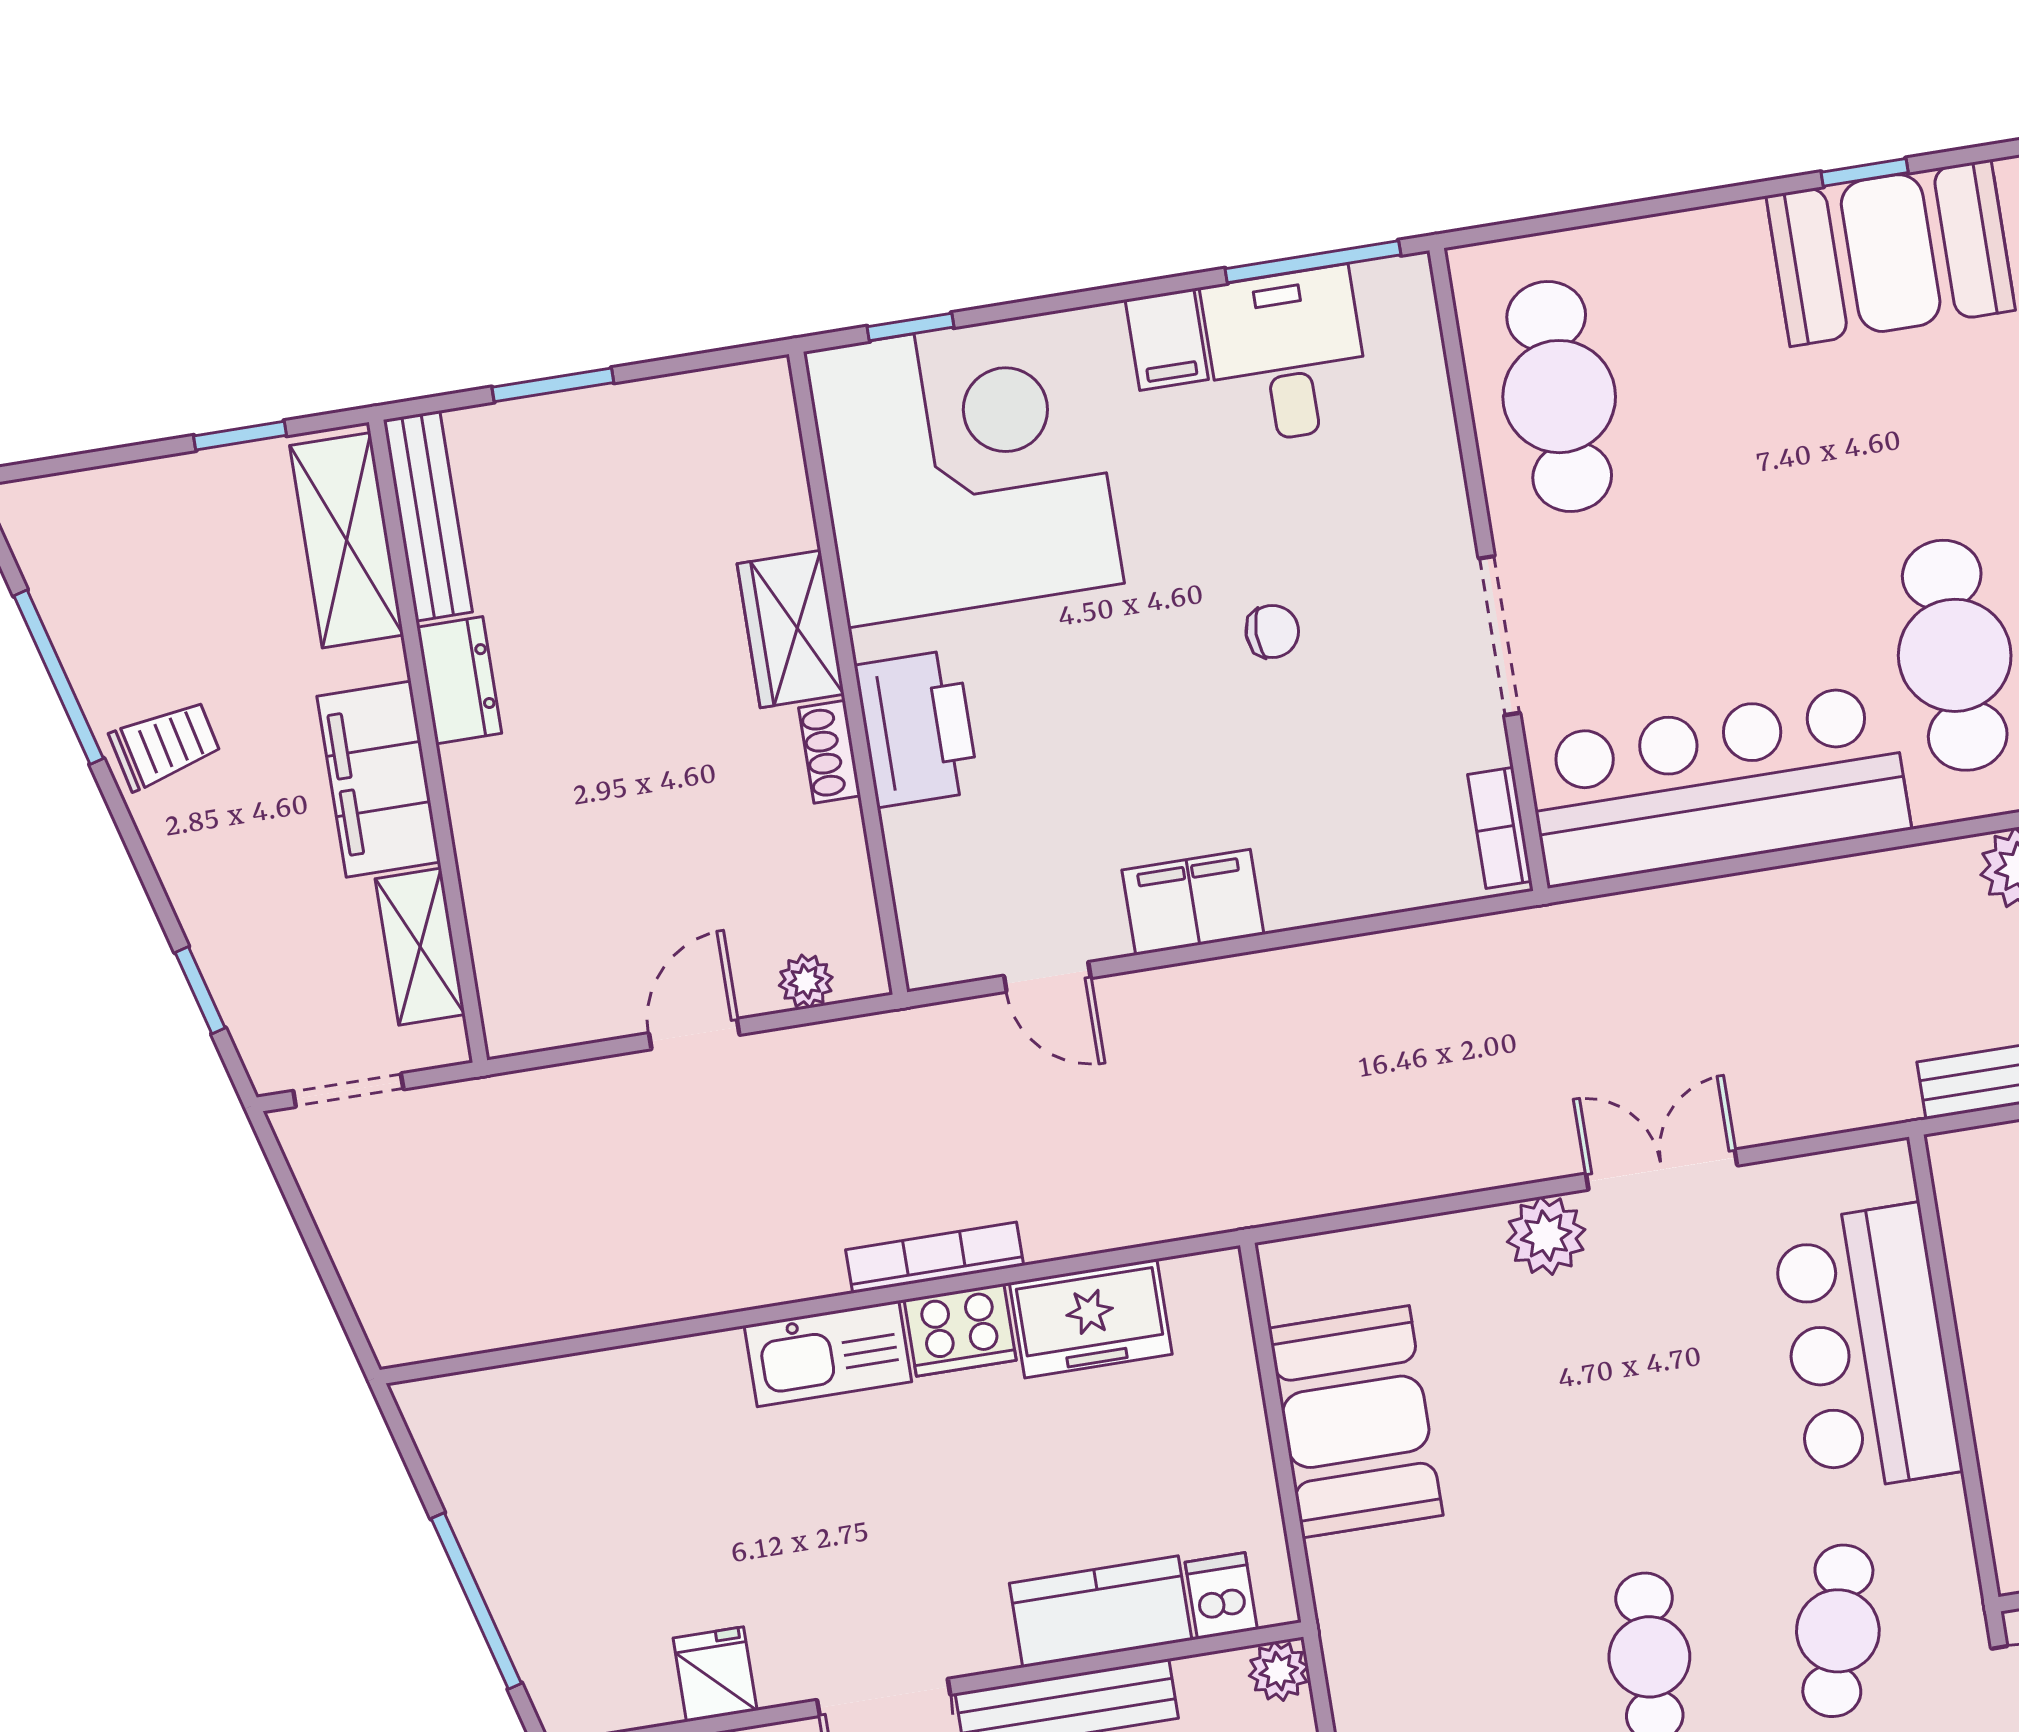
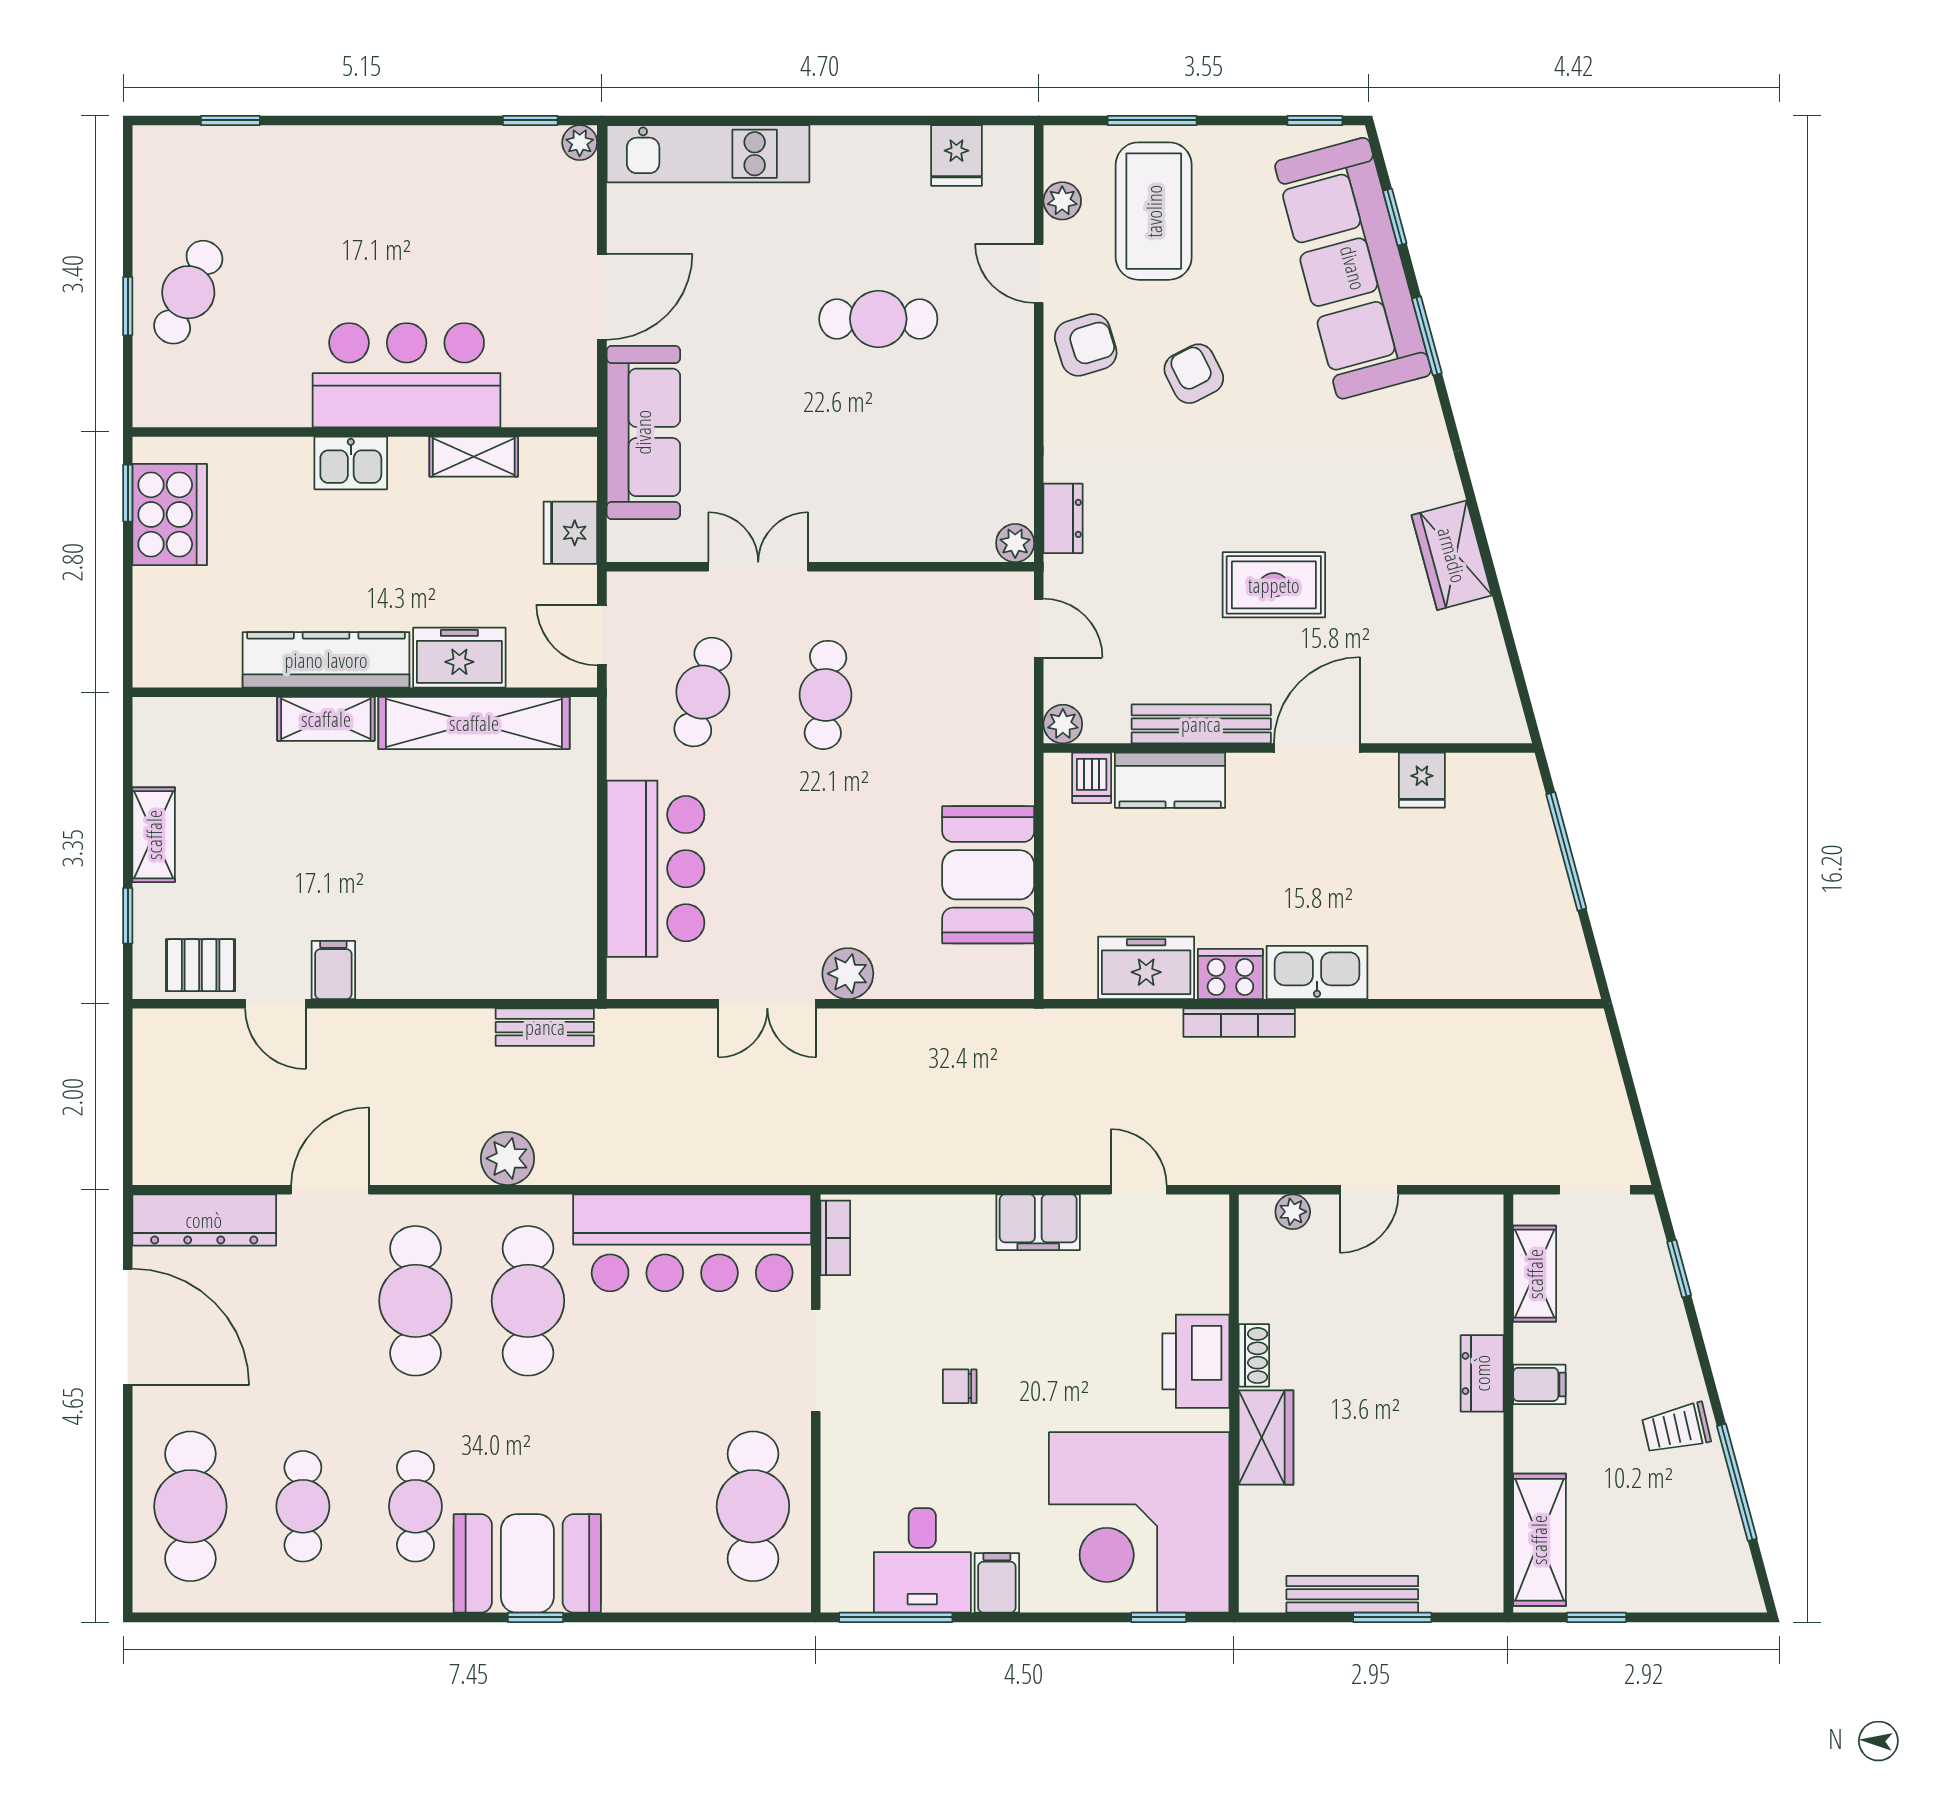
bench: (428, 516) -> (1352, 1594), moved, turned 90
dresser: (459, 680) -> (1482, 1373), moved
filing cabinet: (379, 779) -> (1539, 1384), width x0.33, depth x0.86

